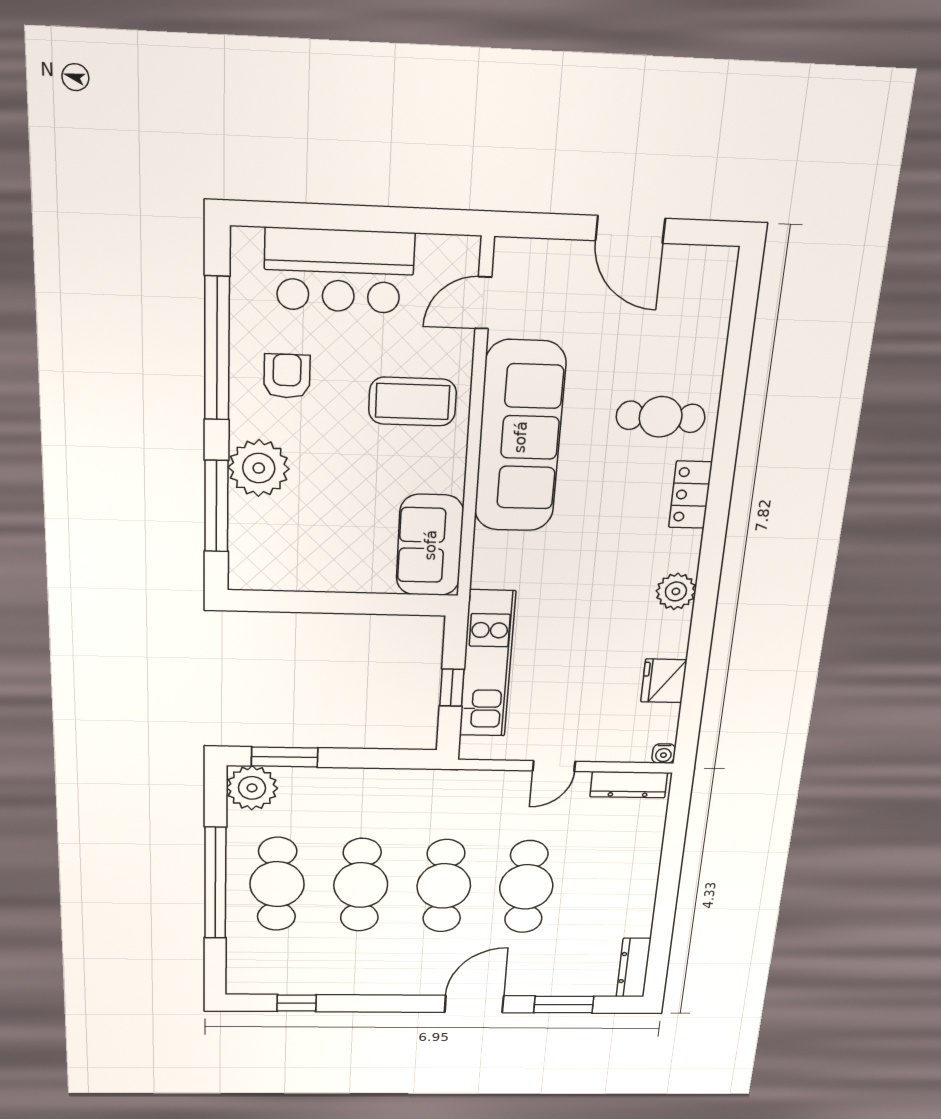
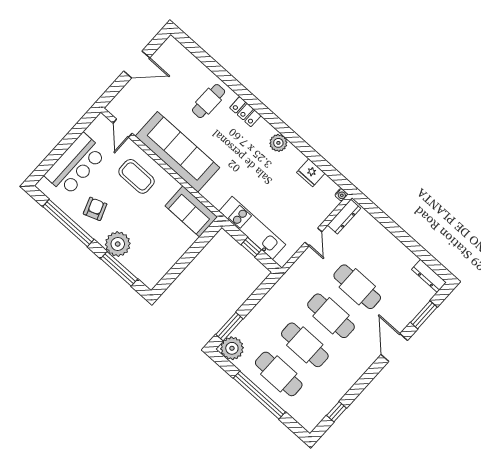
armchair: (287, 376) -> (95, 209), turned 70
coffee table: (413, 402) -> (137, 176), turned 90

